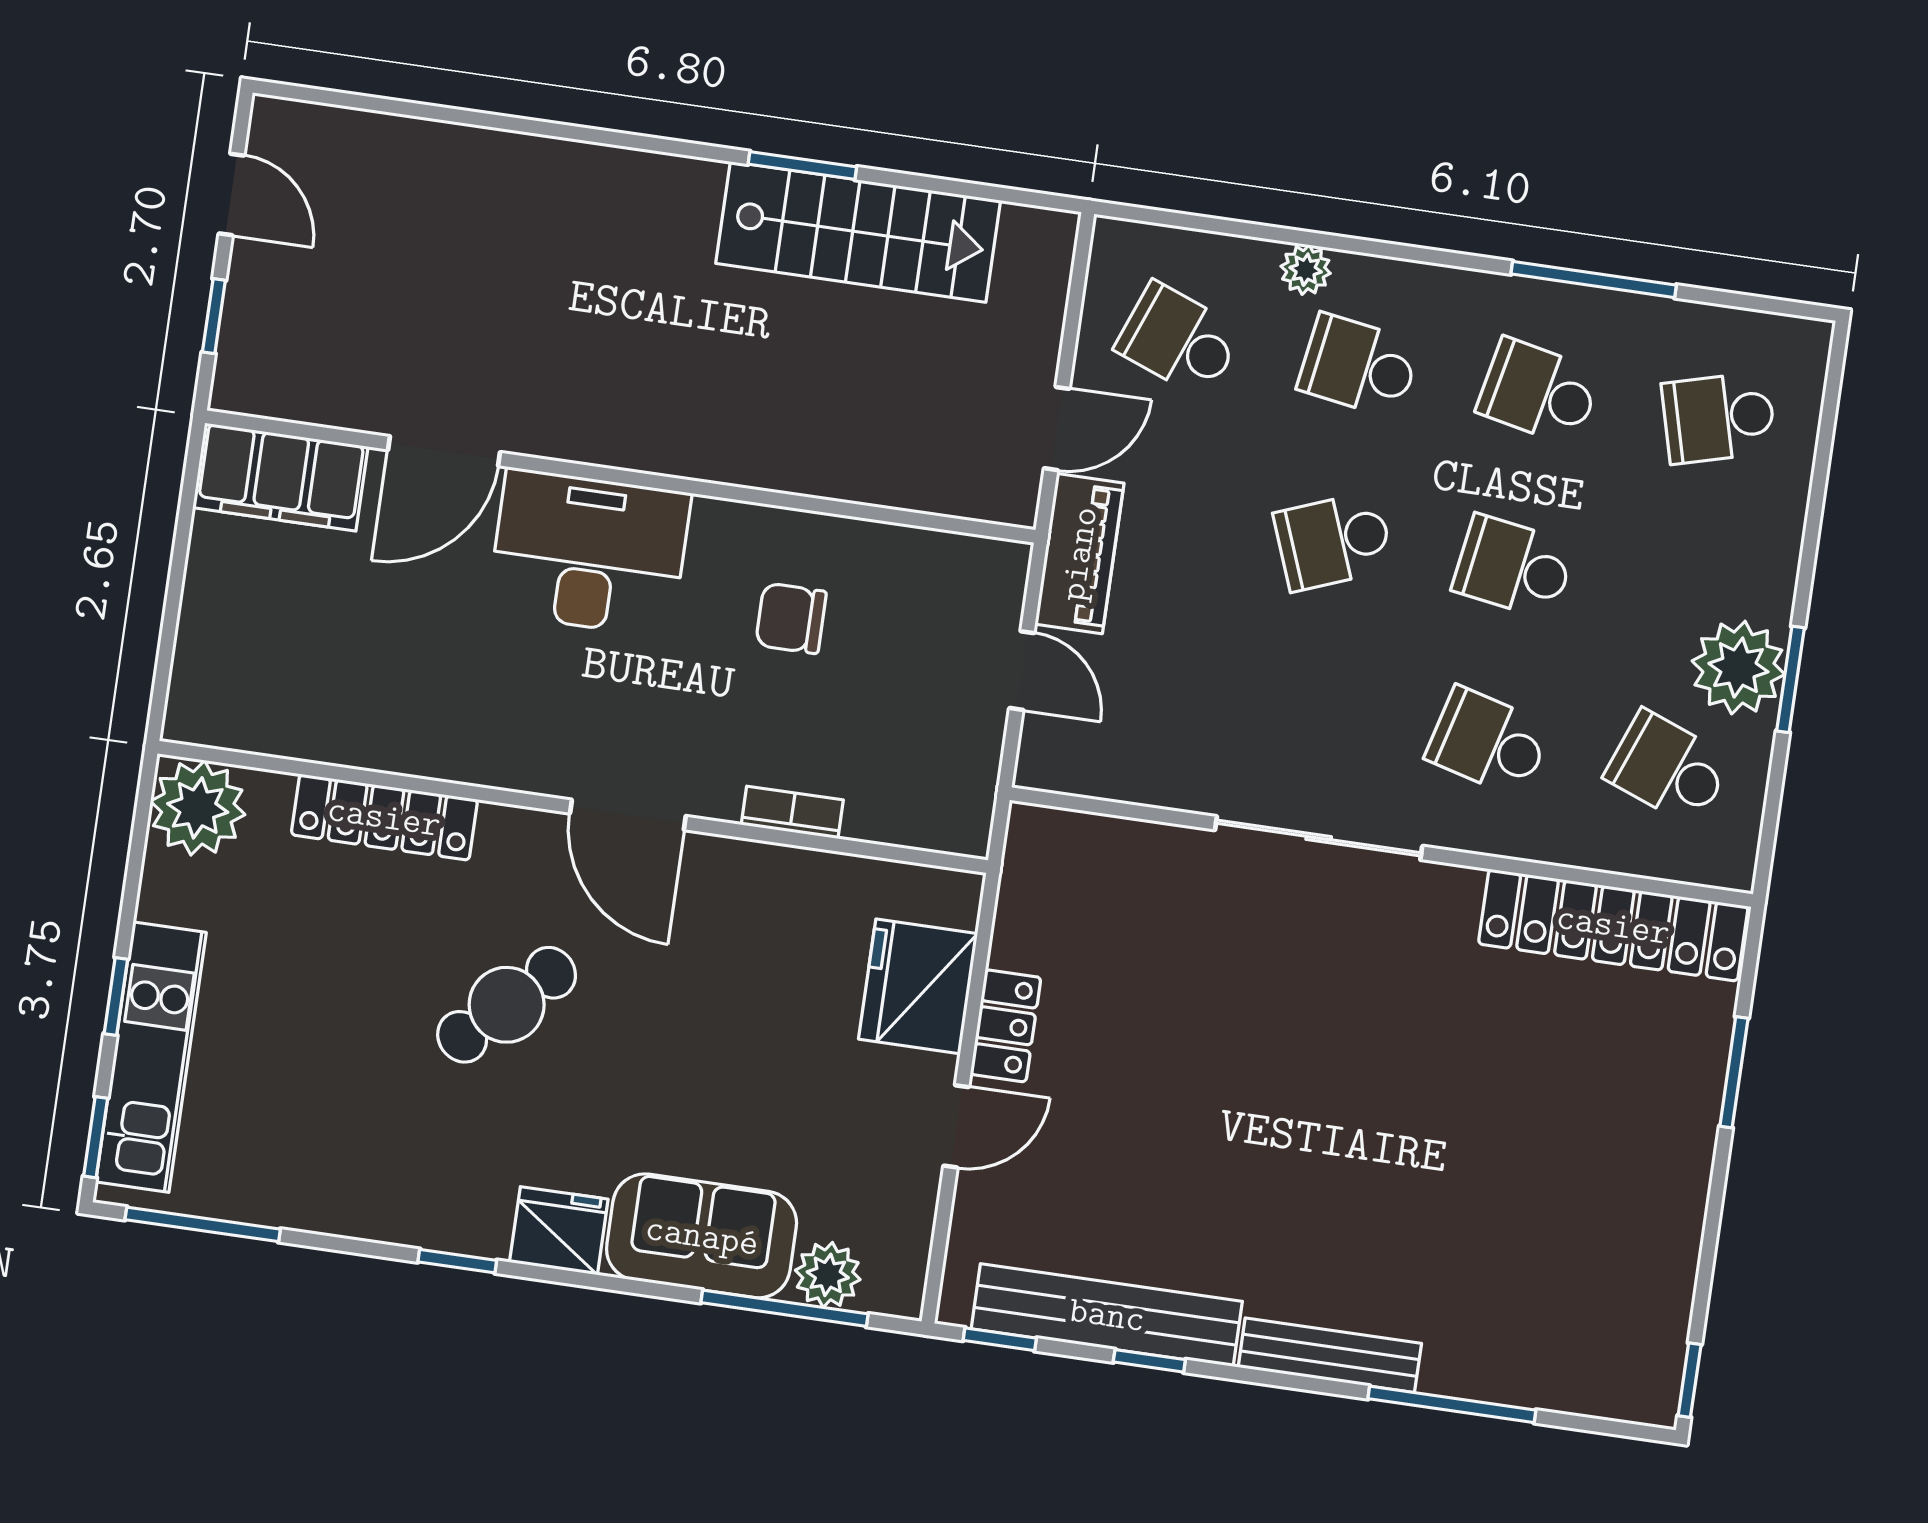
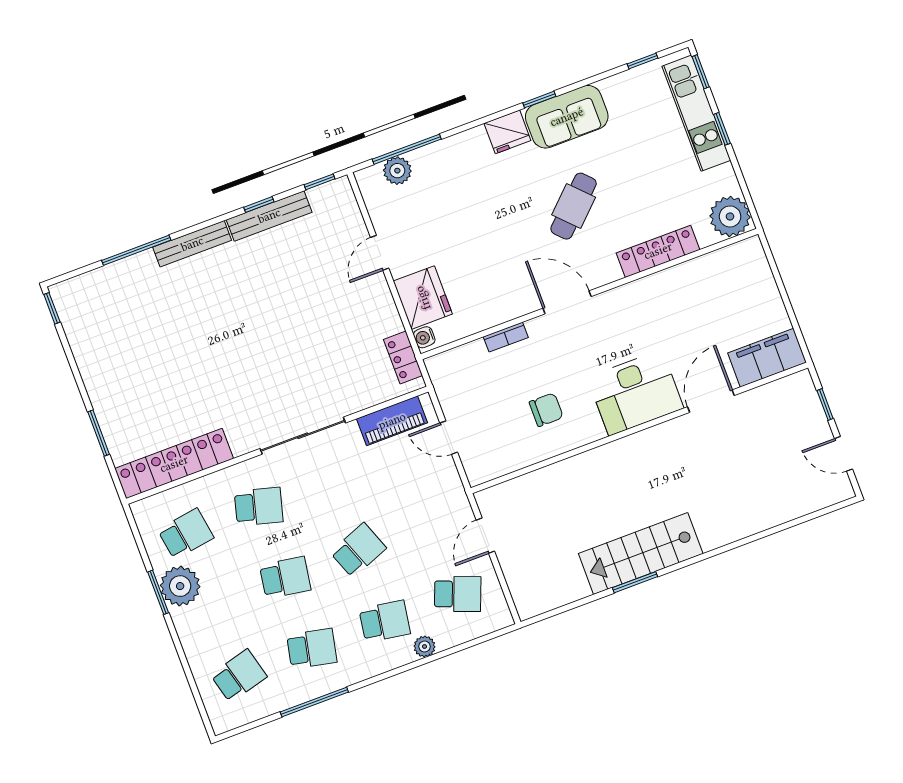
stairs: (858, 232) -> (641, 554), moved
piano: (1079, 554) -> (392, 421), moved, turned -90
school desk: (1668, 768) -> (186, 534), turned -30
water cooler: (959, 903) -> (424, 337), added
locker: (1006, 1026) -> (403, 358), moved
window: (203, 1224) -> (643, 61), width x0.46
sofa: (702, 1236) -> (567, 117), moved
bench: (1107, 1315) -> (269, 216), width x0.73, depth x0.82

